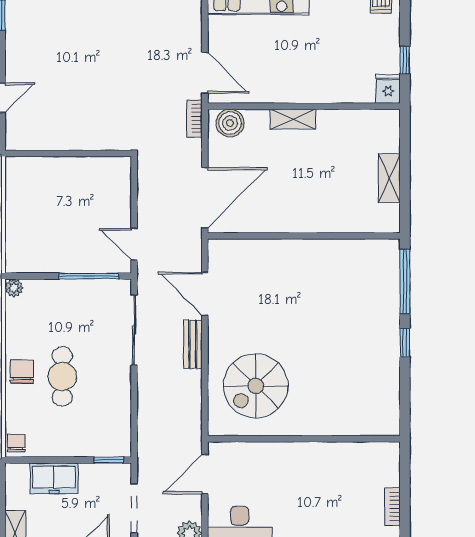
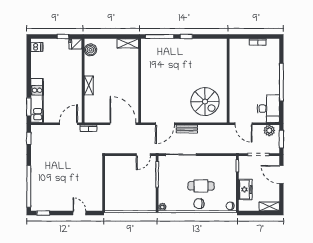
boiler: (230, 123) -> (90, 50), moved
shelving: (389, 178) -> (128, 43), moved

